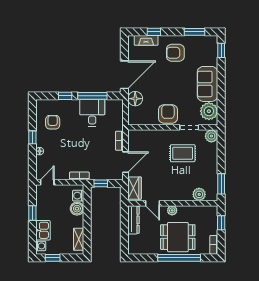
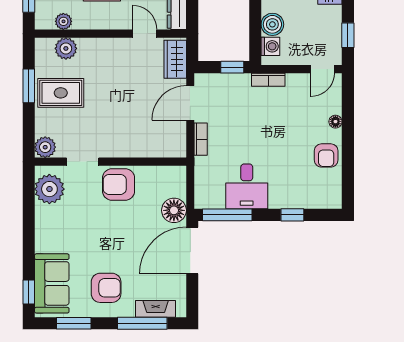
window: (154, 32) -> (142, 323), width x2.17
sofa: (207, 84) -> (52, 283), moved
window: (92, 96) -> (227, 215), moved
armchair: (168, 114) -> (119, 184), turned 90
armchair: (53, 122) -> (326, 155), moved
window: (32, 137) -> (348, 145), removed
rug: (183, 153) -> (61, 93), moved
window: (221, 184) -> (29, 86), moved
plant: (172, 210) -> (63, 21), moved
window: (32, 213) -> (348, 35), moved

